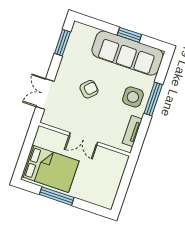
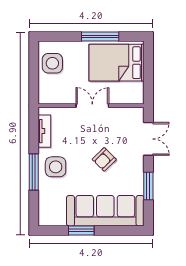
window: (62, 43) -> (148, 186), moved
sofa: (127, 53) -> (105, 211), moved
side table: (106, 187) -> (52, 63), added

